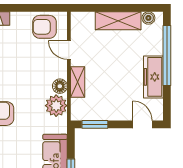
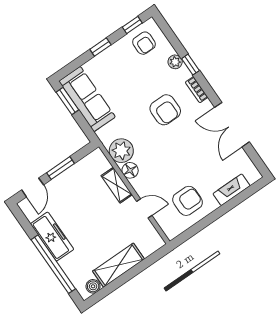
armchair: (45, 27) -> (188, 201), moved
window: (95, 124) -> (61, 168), moved
door: (142, 124) -> (33, 187), hinge flipped

